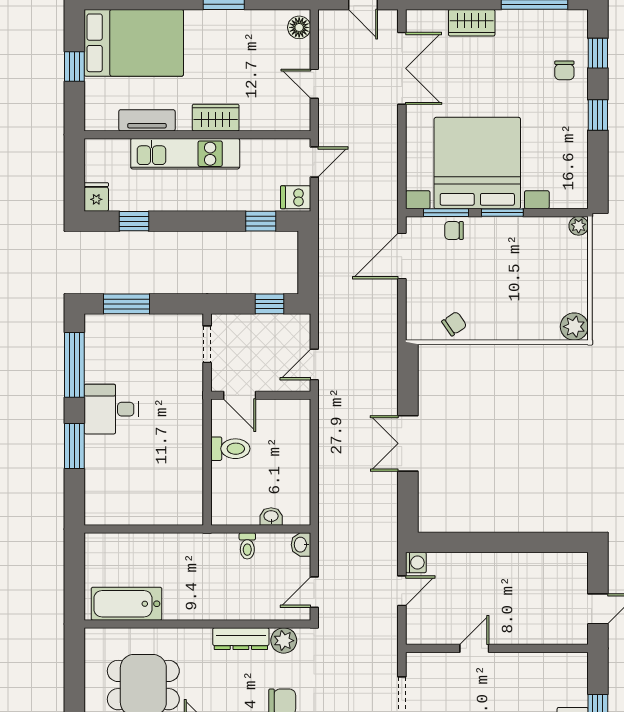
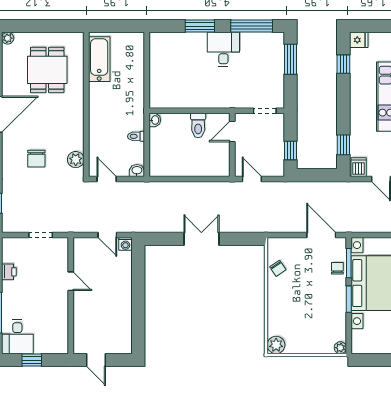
washbasin: (271, 517) -> (155, 120), moved
dresser: (241, 639) -> (77, 132), removed

